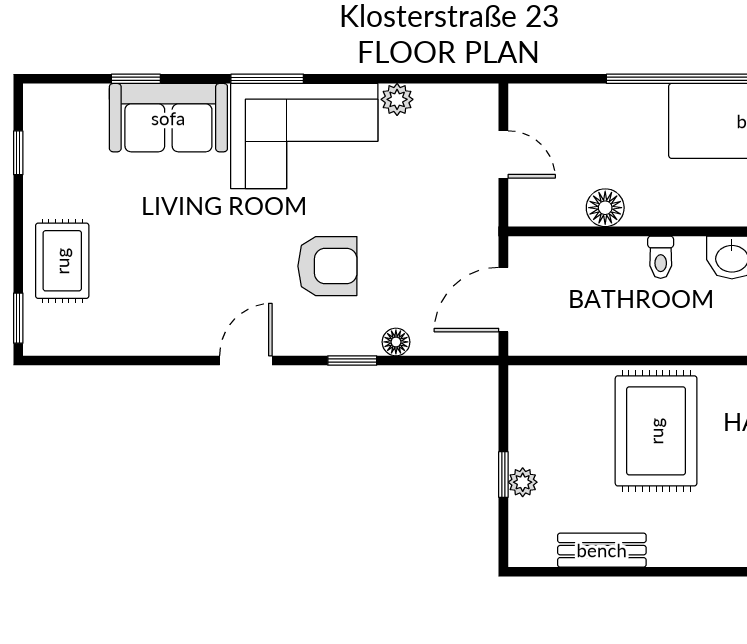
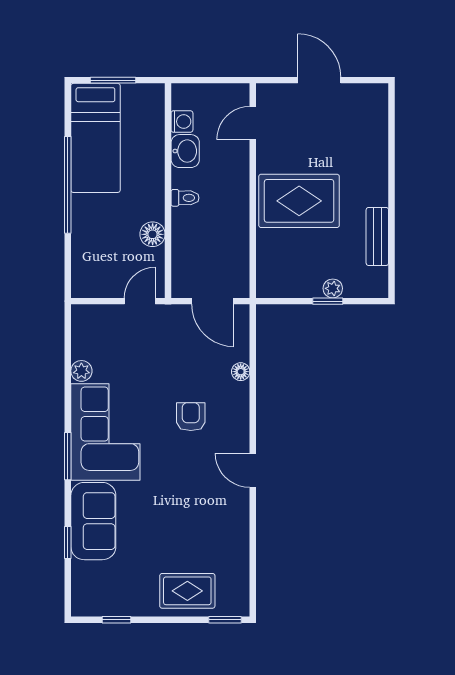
door: (503, 154) -> (140, 301), moved
armchair: (327, 266) -> (191, 417), width x0.72, depth x0.72
window: (352, 360) -> (253, 400), removed

